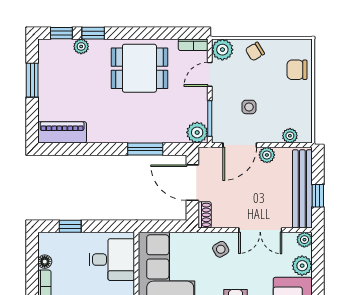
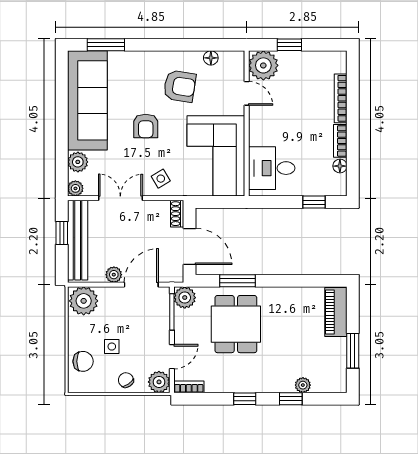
window: (61, 33) -> (245, 399), moved
chair: (255, 51) -> (126, 380), turned -93
dining table: (139, 68) -> (236, 324), moved, turned 90
side table: (249, 107) -> (112, 347), moved
piano: (62, 132) -> (336, 312), moved, turned 90
plant: (290, 136) -> (84, 301), width x1.88, depth x1.88

